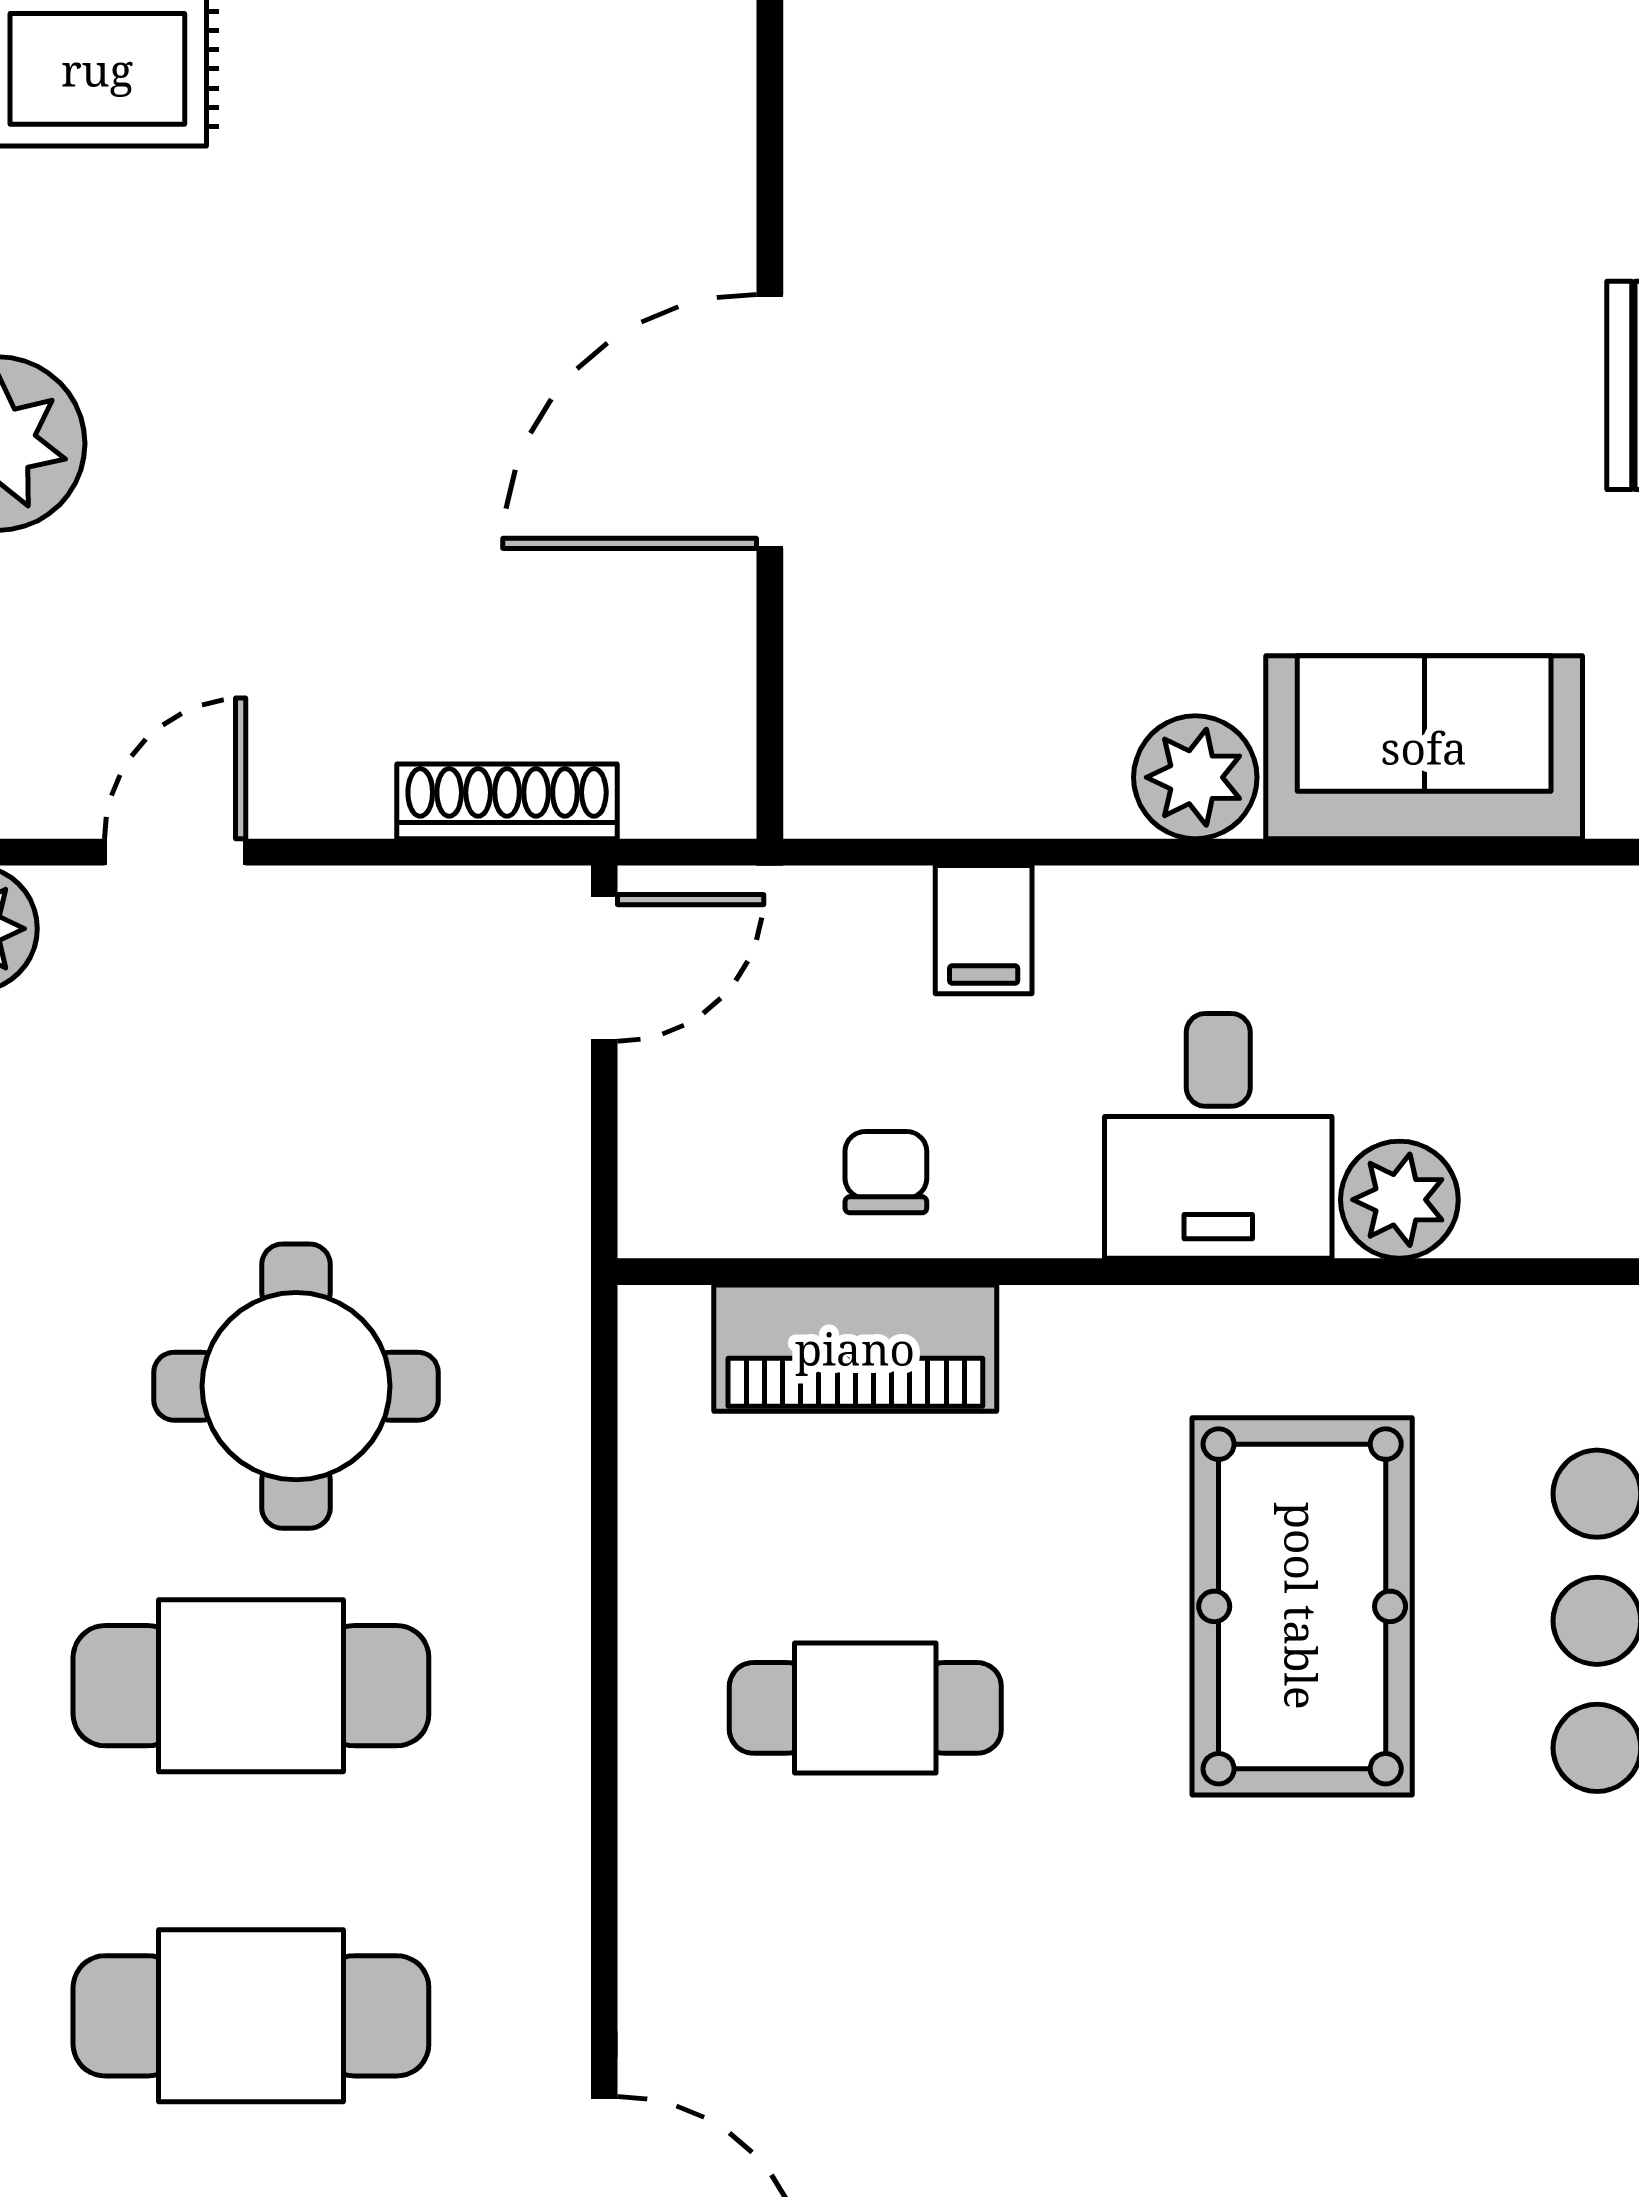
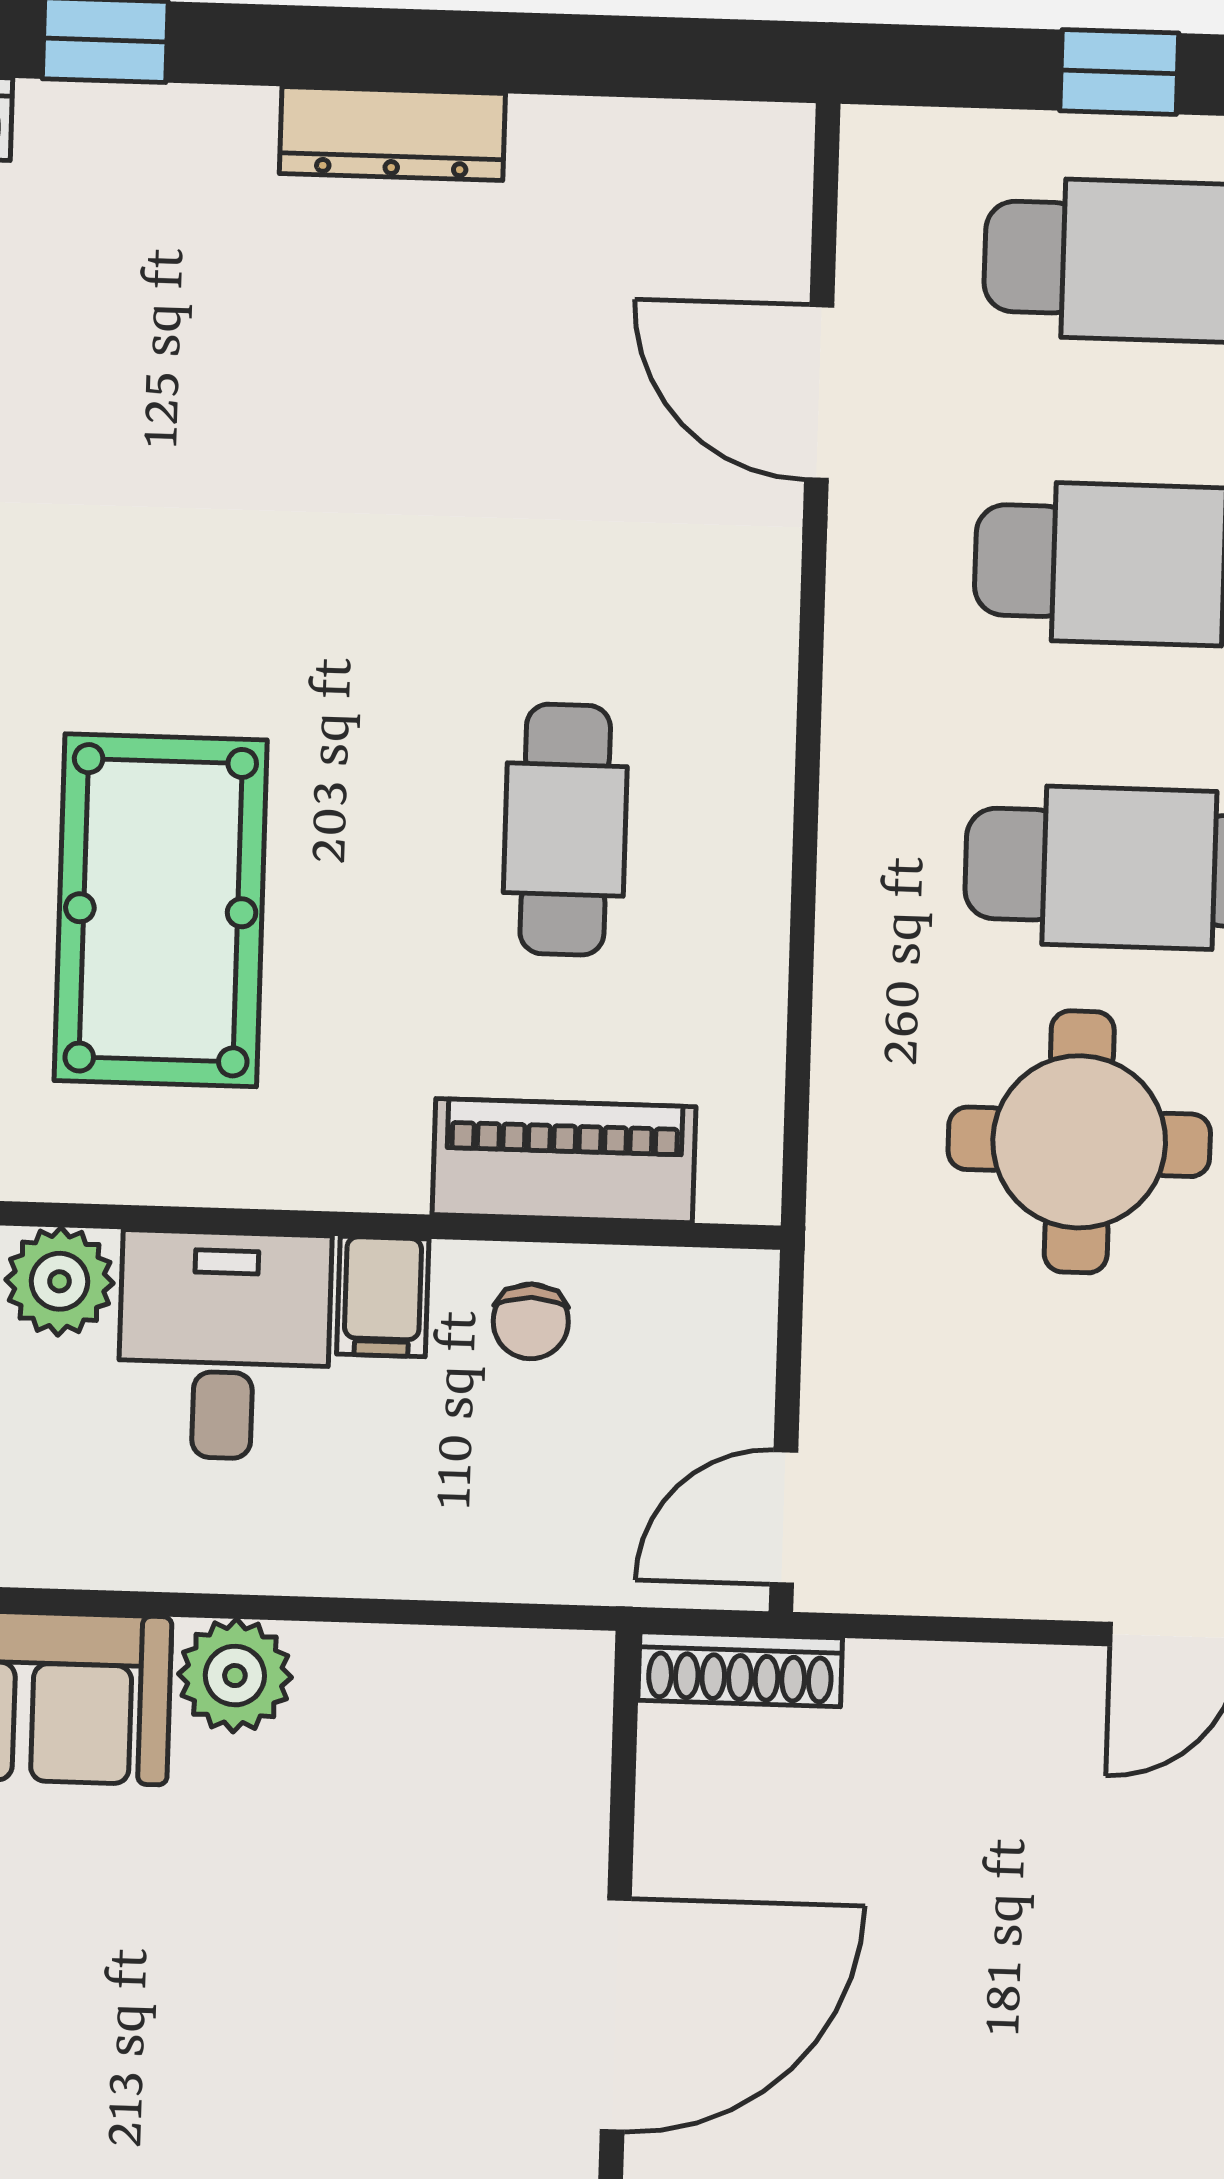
shoe rack: (507, 801) -> (740, 1669), moved
filing cabinet: (984, 930) -> (383, 1297), moved, turned 180
cafe table: (865, 1708) -> (565, 830), turned 90

